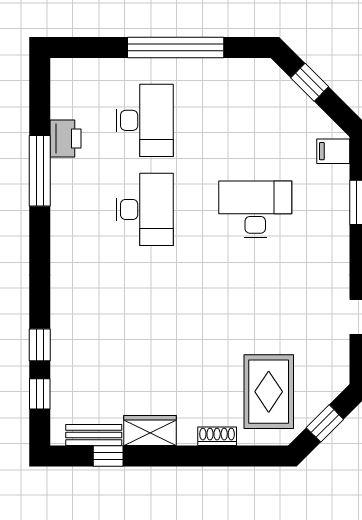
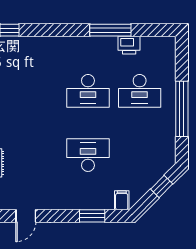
desk: (255, 209) -> (88, 155), turned -90

